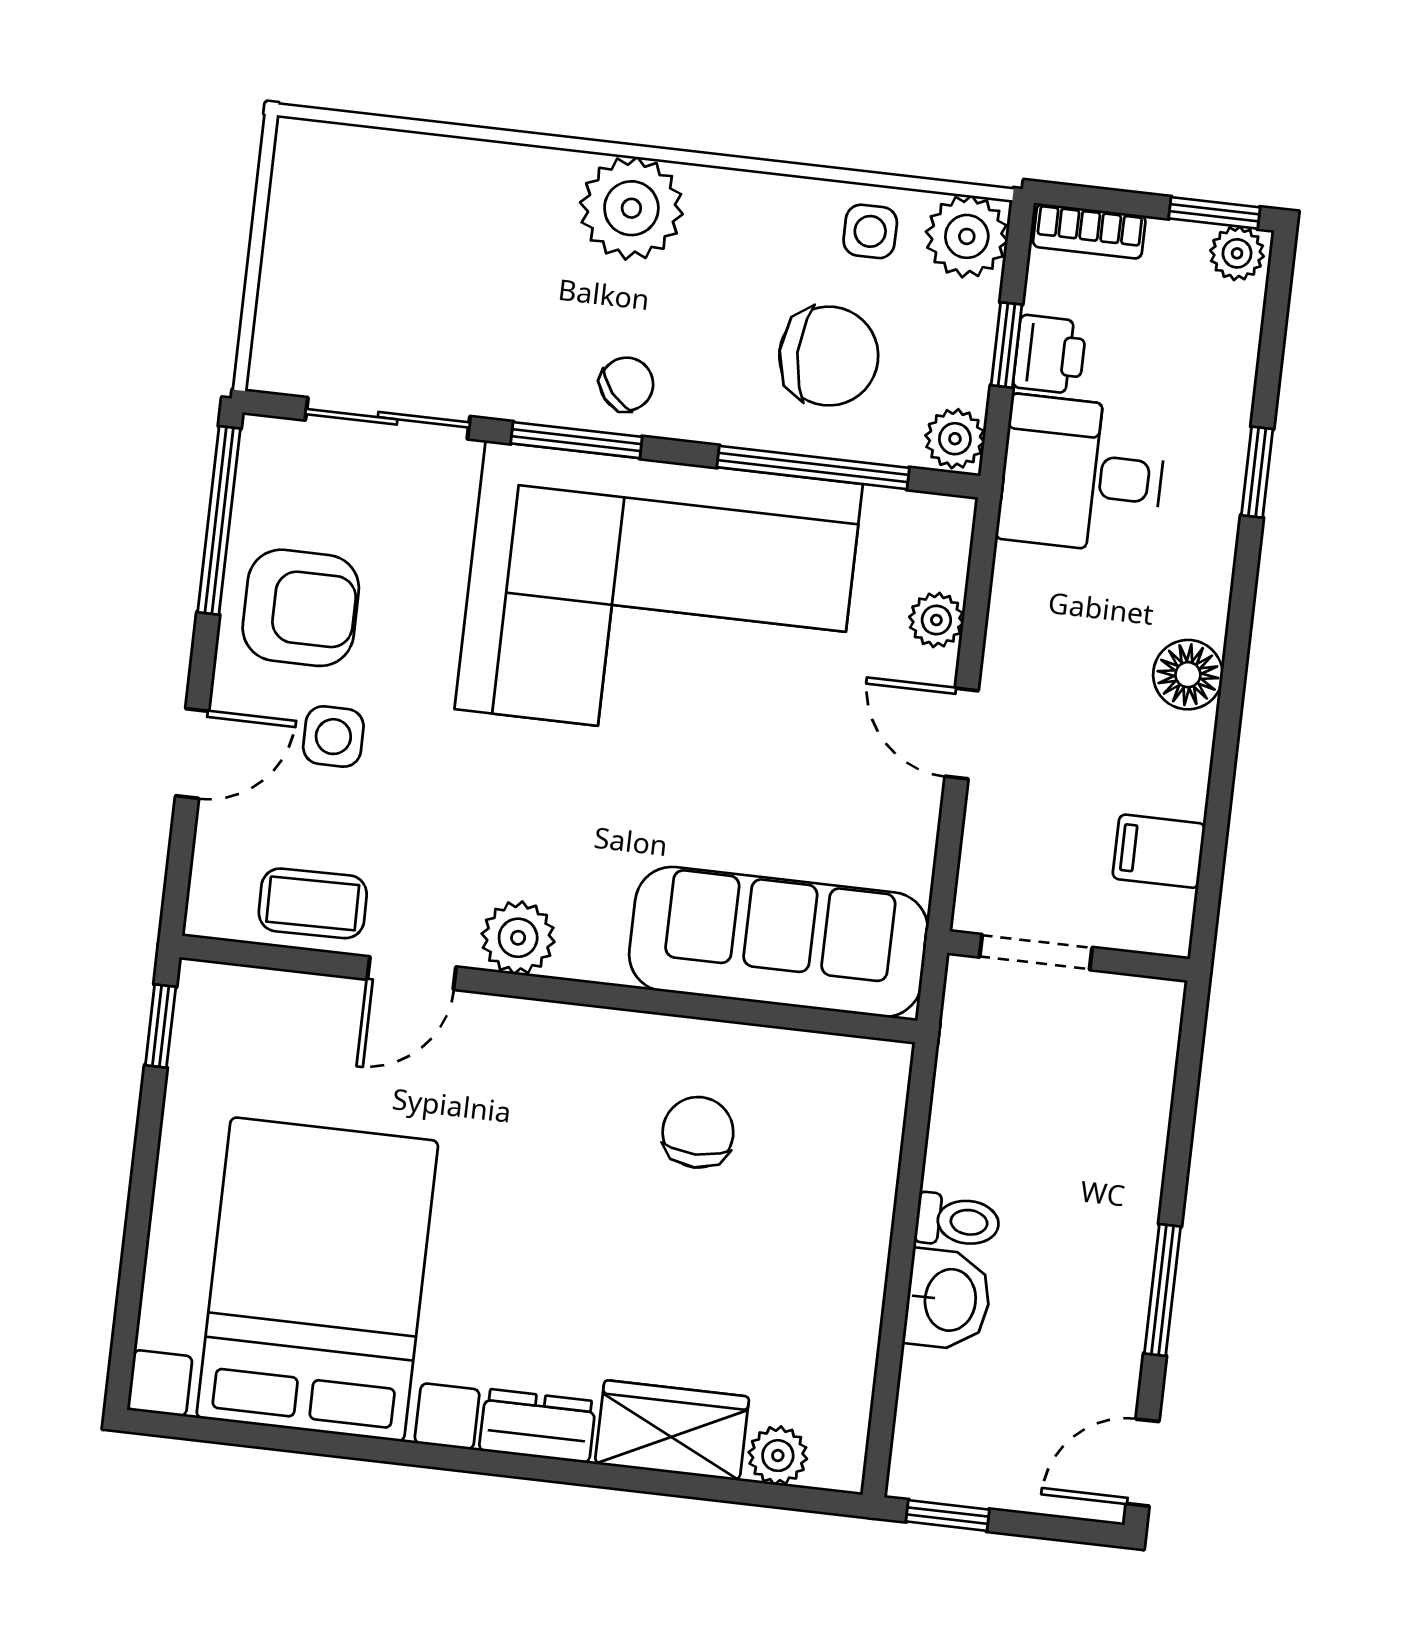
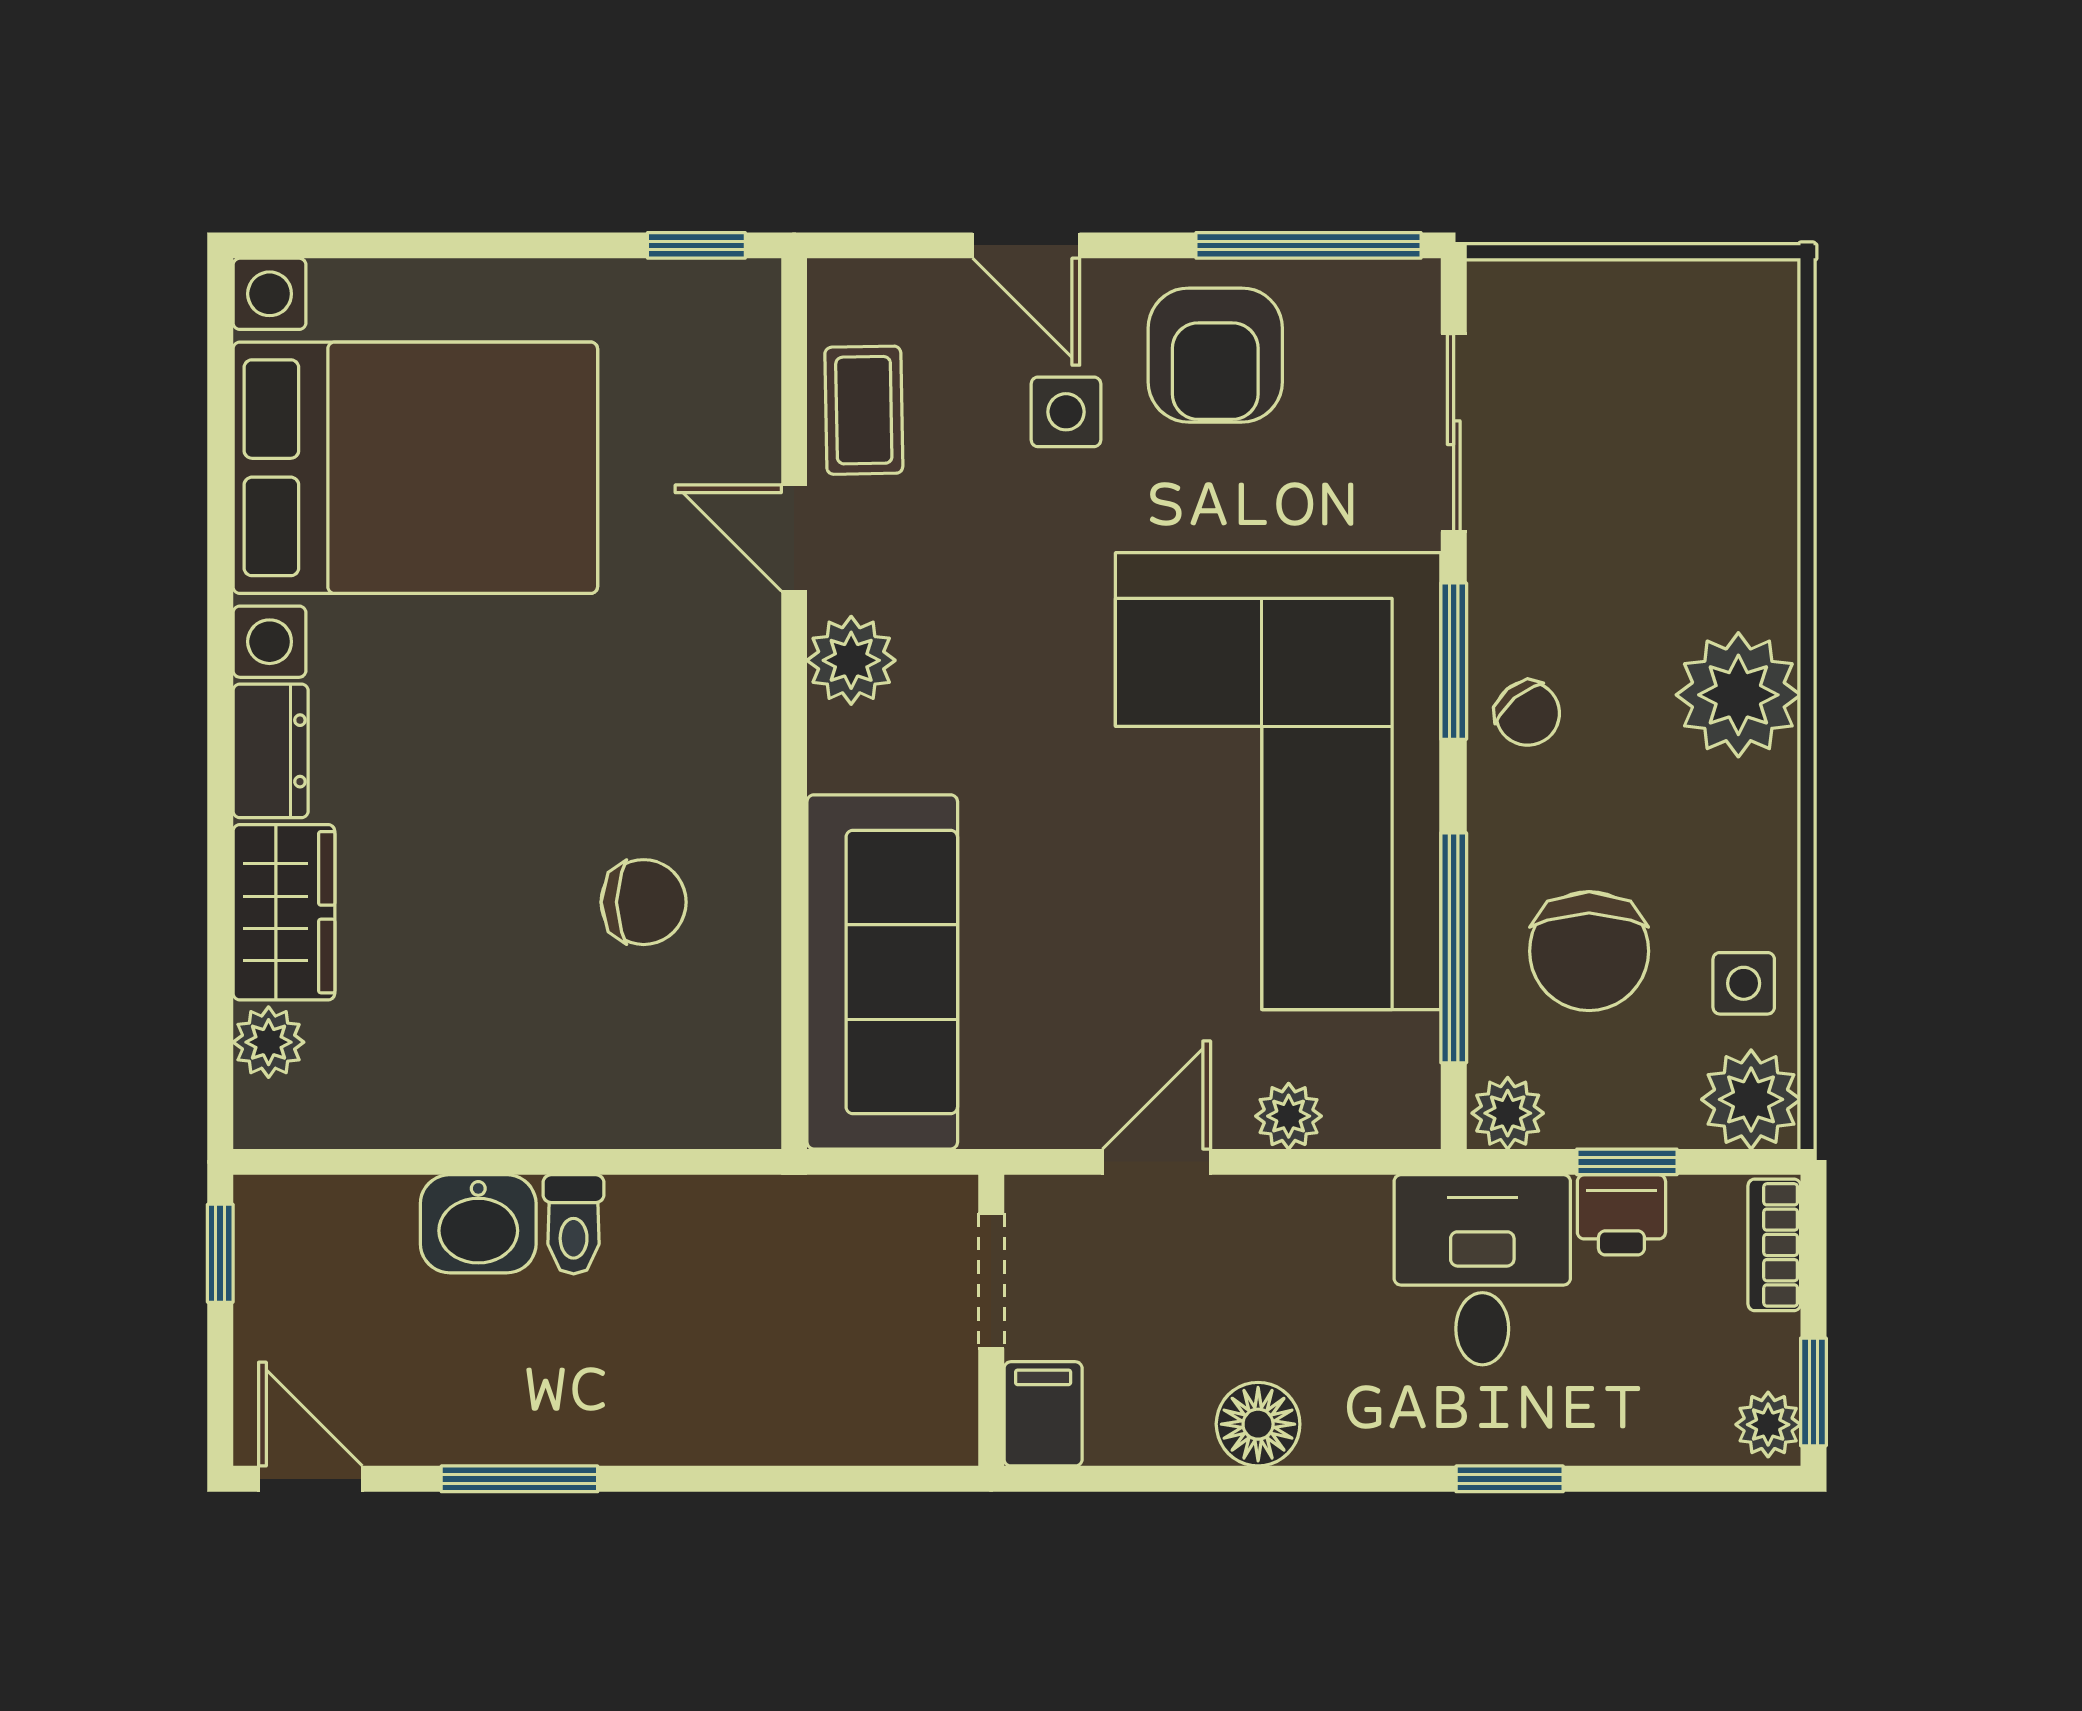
doorway: (1036, 952) -> (991, 1281), moved
wall: (1068, 956) -> (991, 1320), moved

